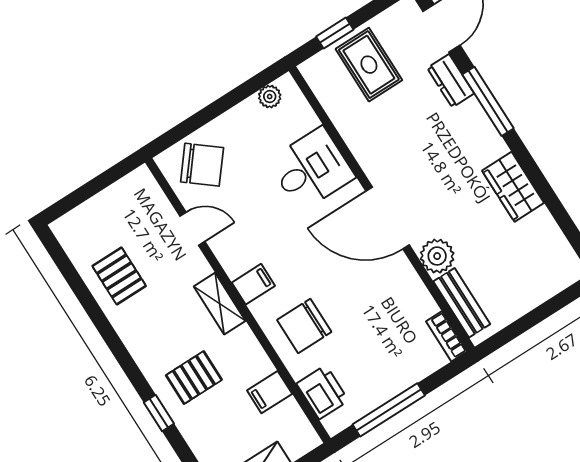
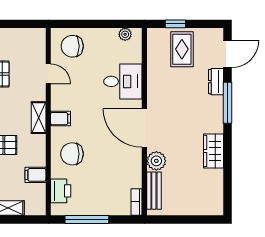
chair: (202, 165) -> (72, 46), turned 141

